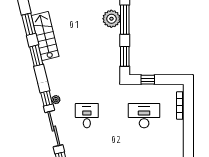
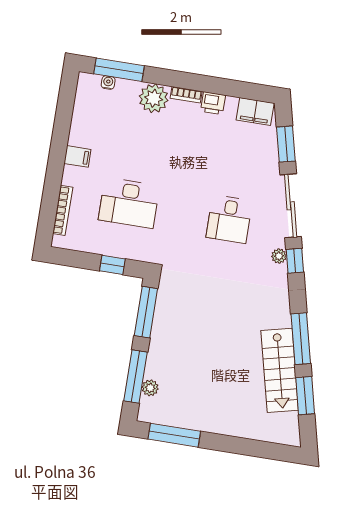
plant: (111, 19) -> (150, 388), width x0.53, depth x0.53
window: (36, 56) -> (301, 339), width x1.44
window: (125, 56) -> (146, 312), width x1.44
filing cabinet: (177, 137) -> (77, 156), added

